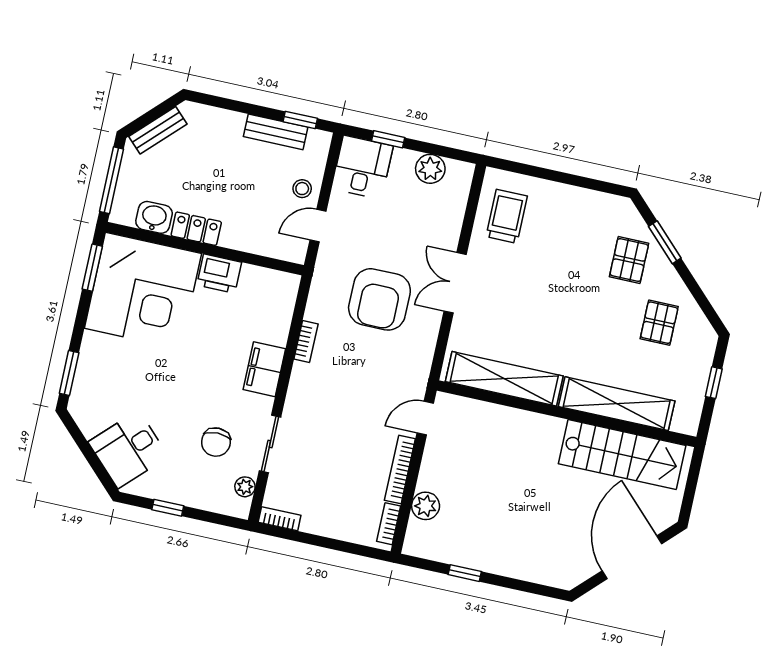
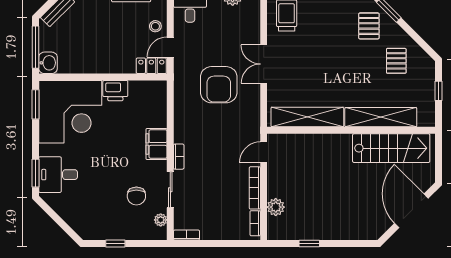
washbasin: (154, 217) -> (48, 63), moved, turned 90
locker: (196, 229) -> (151, 66), moved
bookcase: (306, 341) -> (179, 157), moved
desk: (128, 449) -> (58, 175), moved, turned 45

